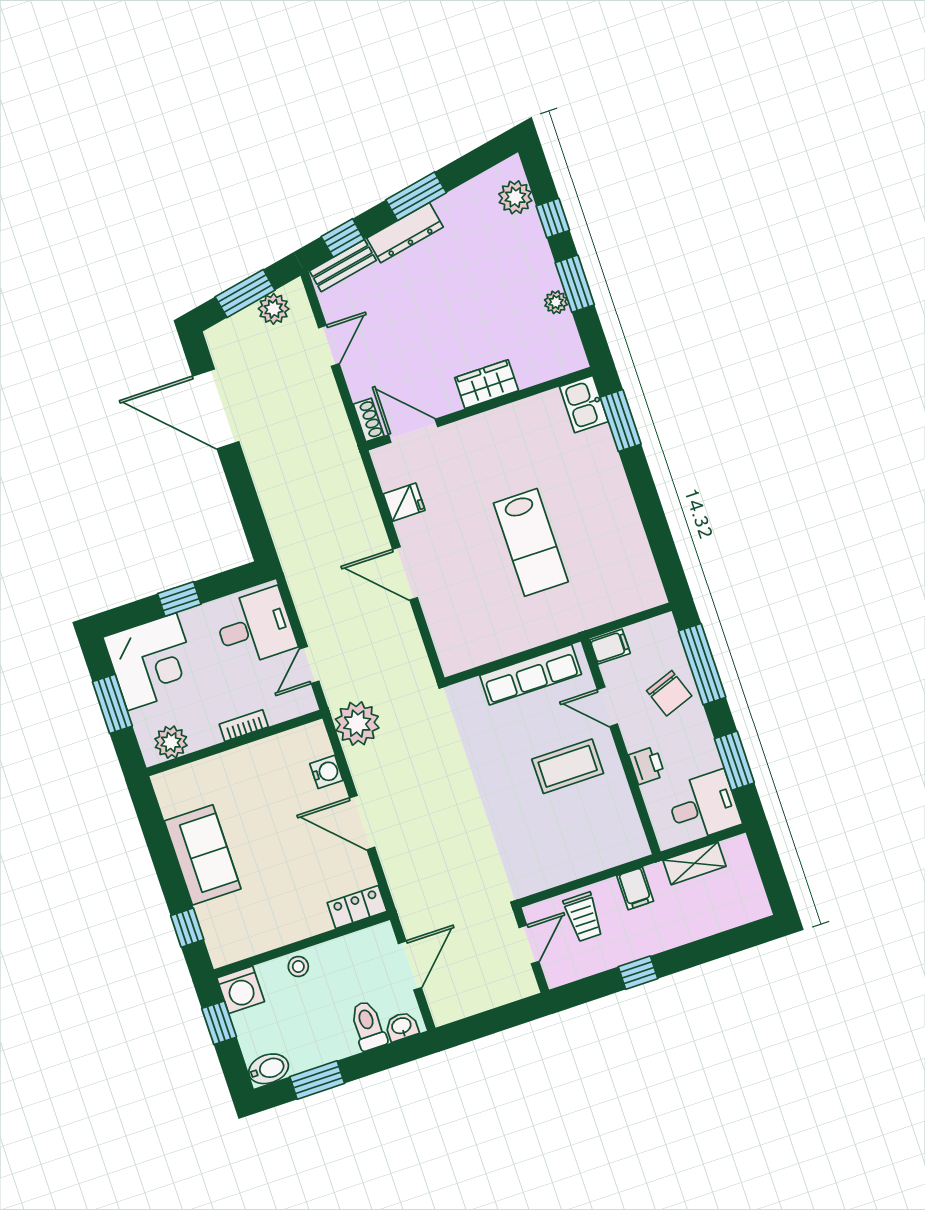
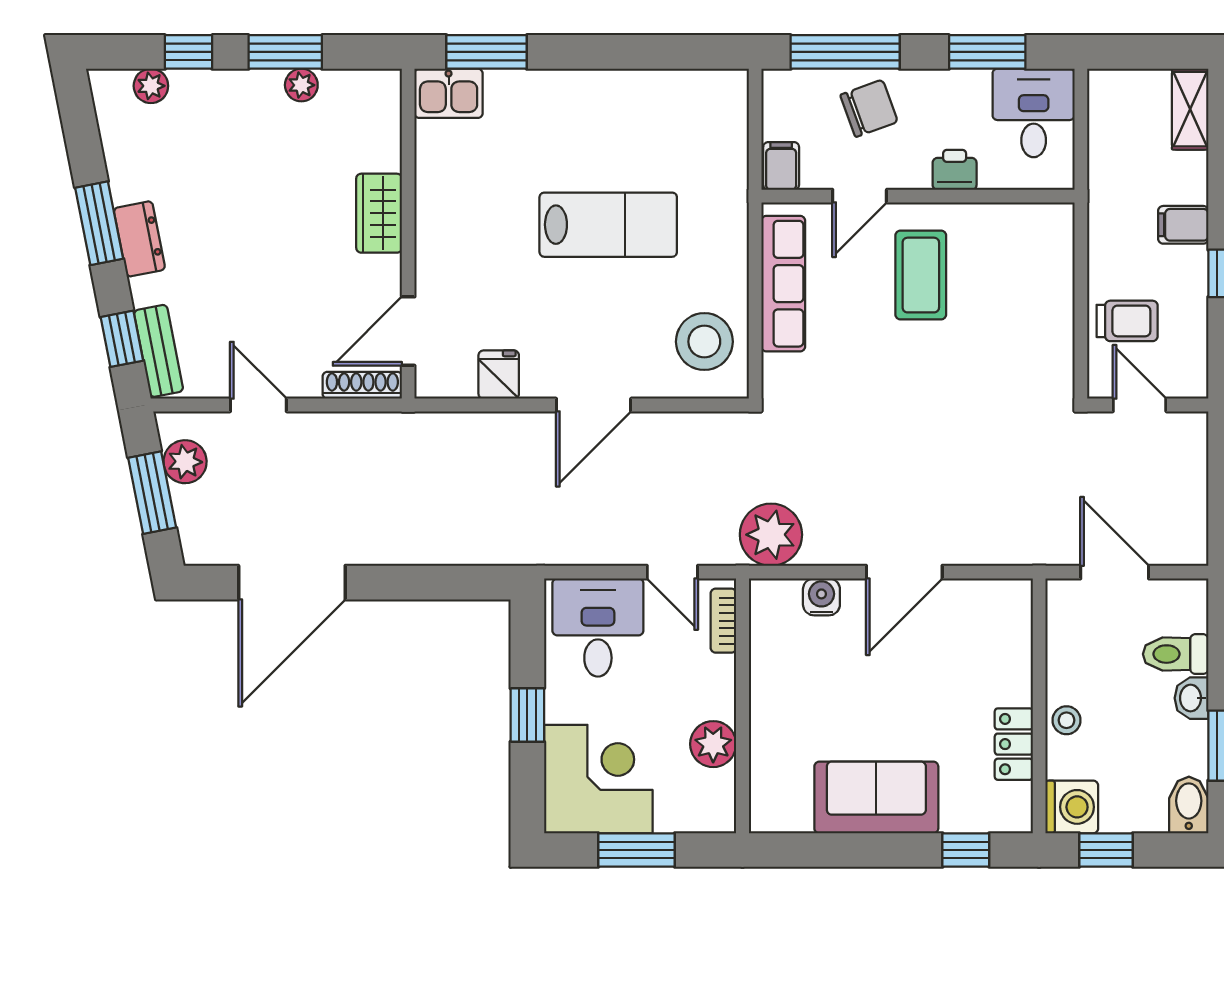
plant: (515, 197) -> (151, 86), width x0.73, depth x0.73
dresser: (405, 233) -> (139, 239), width x0.70
shoe rack: (369, 420) -> (362, 385), width x1.43
stool: (473, 634) -> (704, 342), added
bookcase: (244, 726) -> (723, 621), moved
plant: (171, 742) -> (713, 744), moved
shelving: (694, 863) -> (1190, 109), moved
filing cabinet: (635, 888) -> (1183, 225), moved, turned 180
locker: (357, 907) -> (1014, 744), moved
washbasin: (402, 1026) -> (1192, 698), moved

